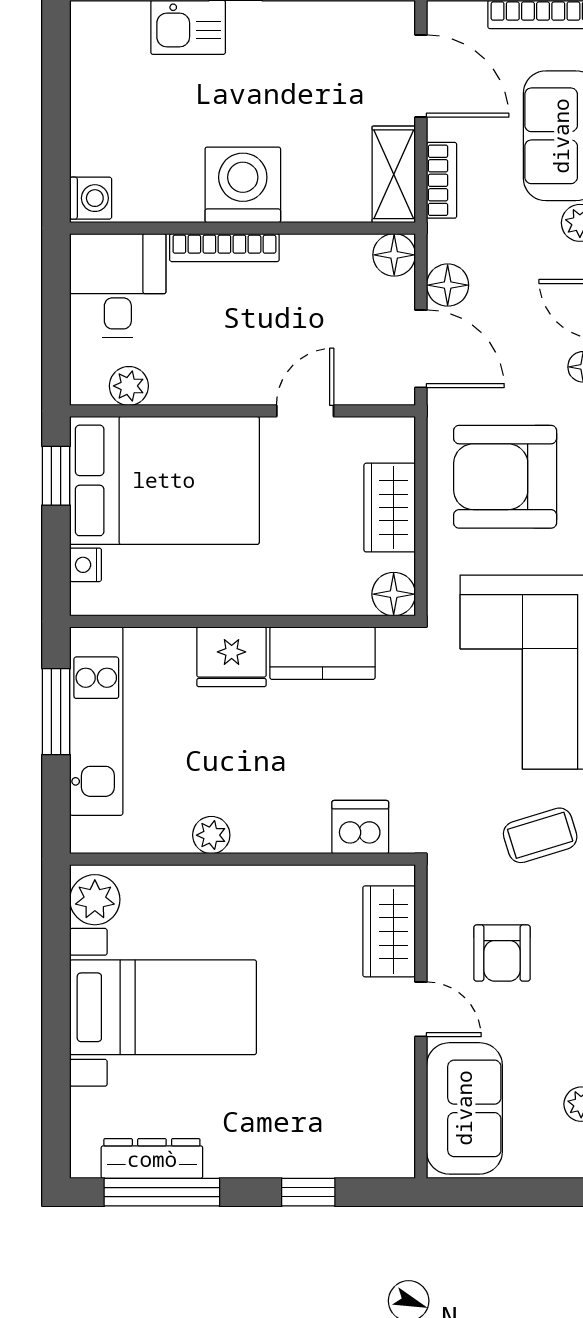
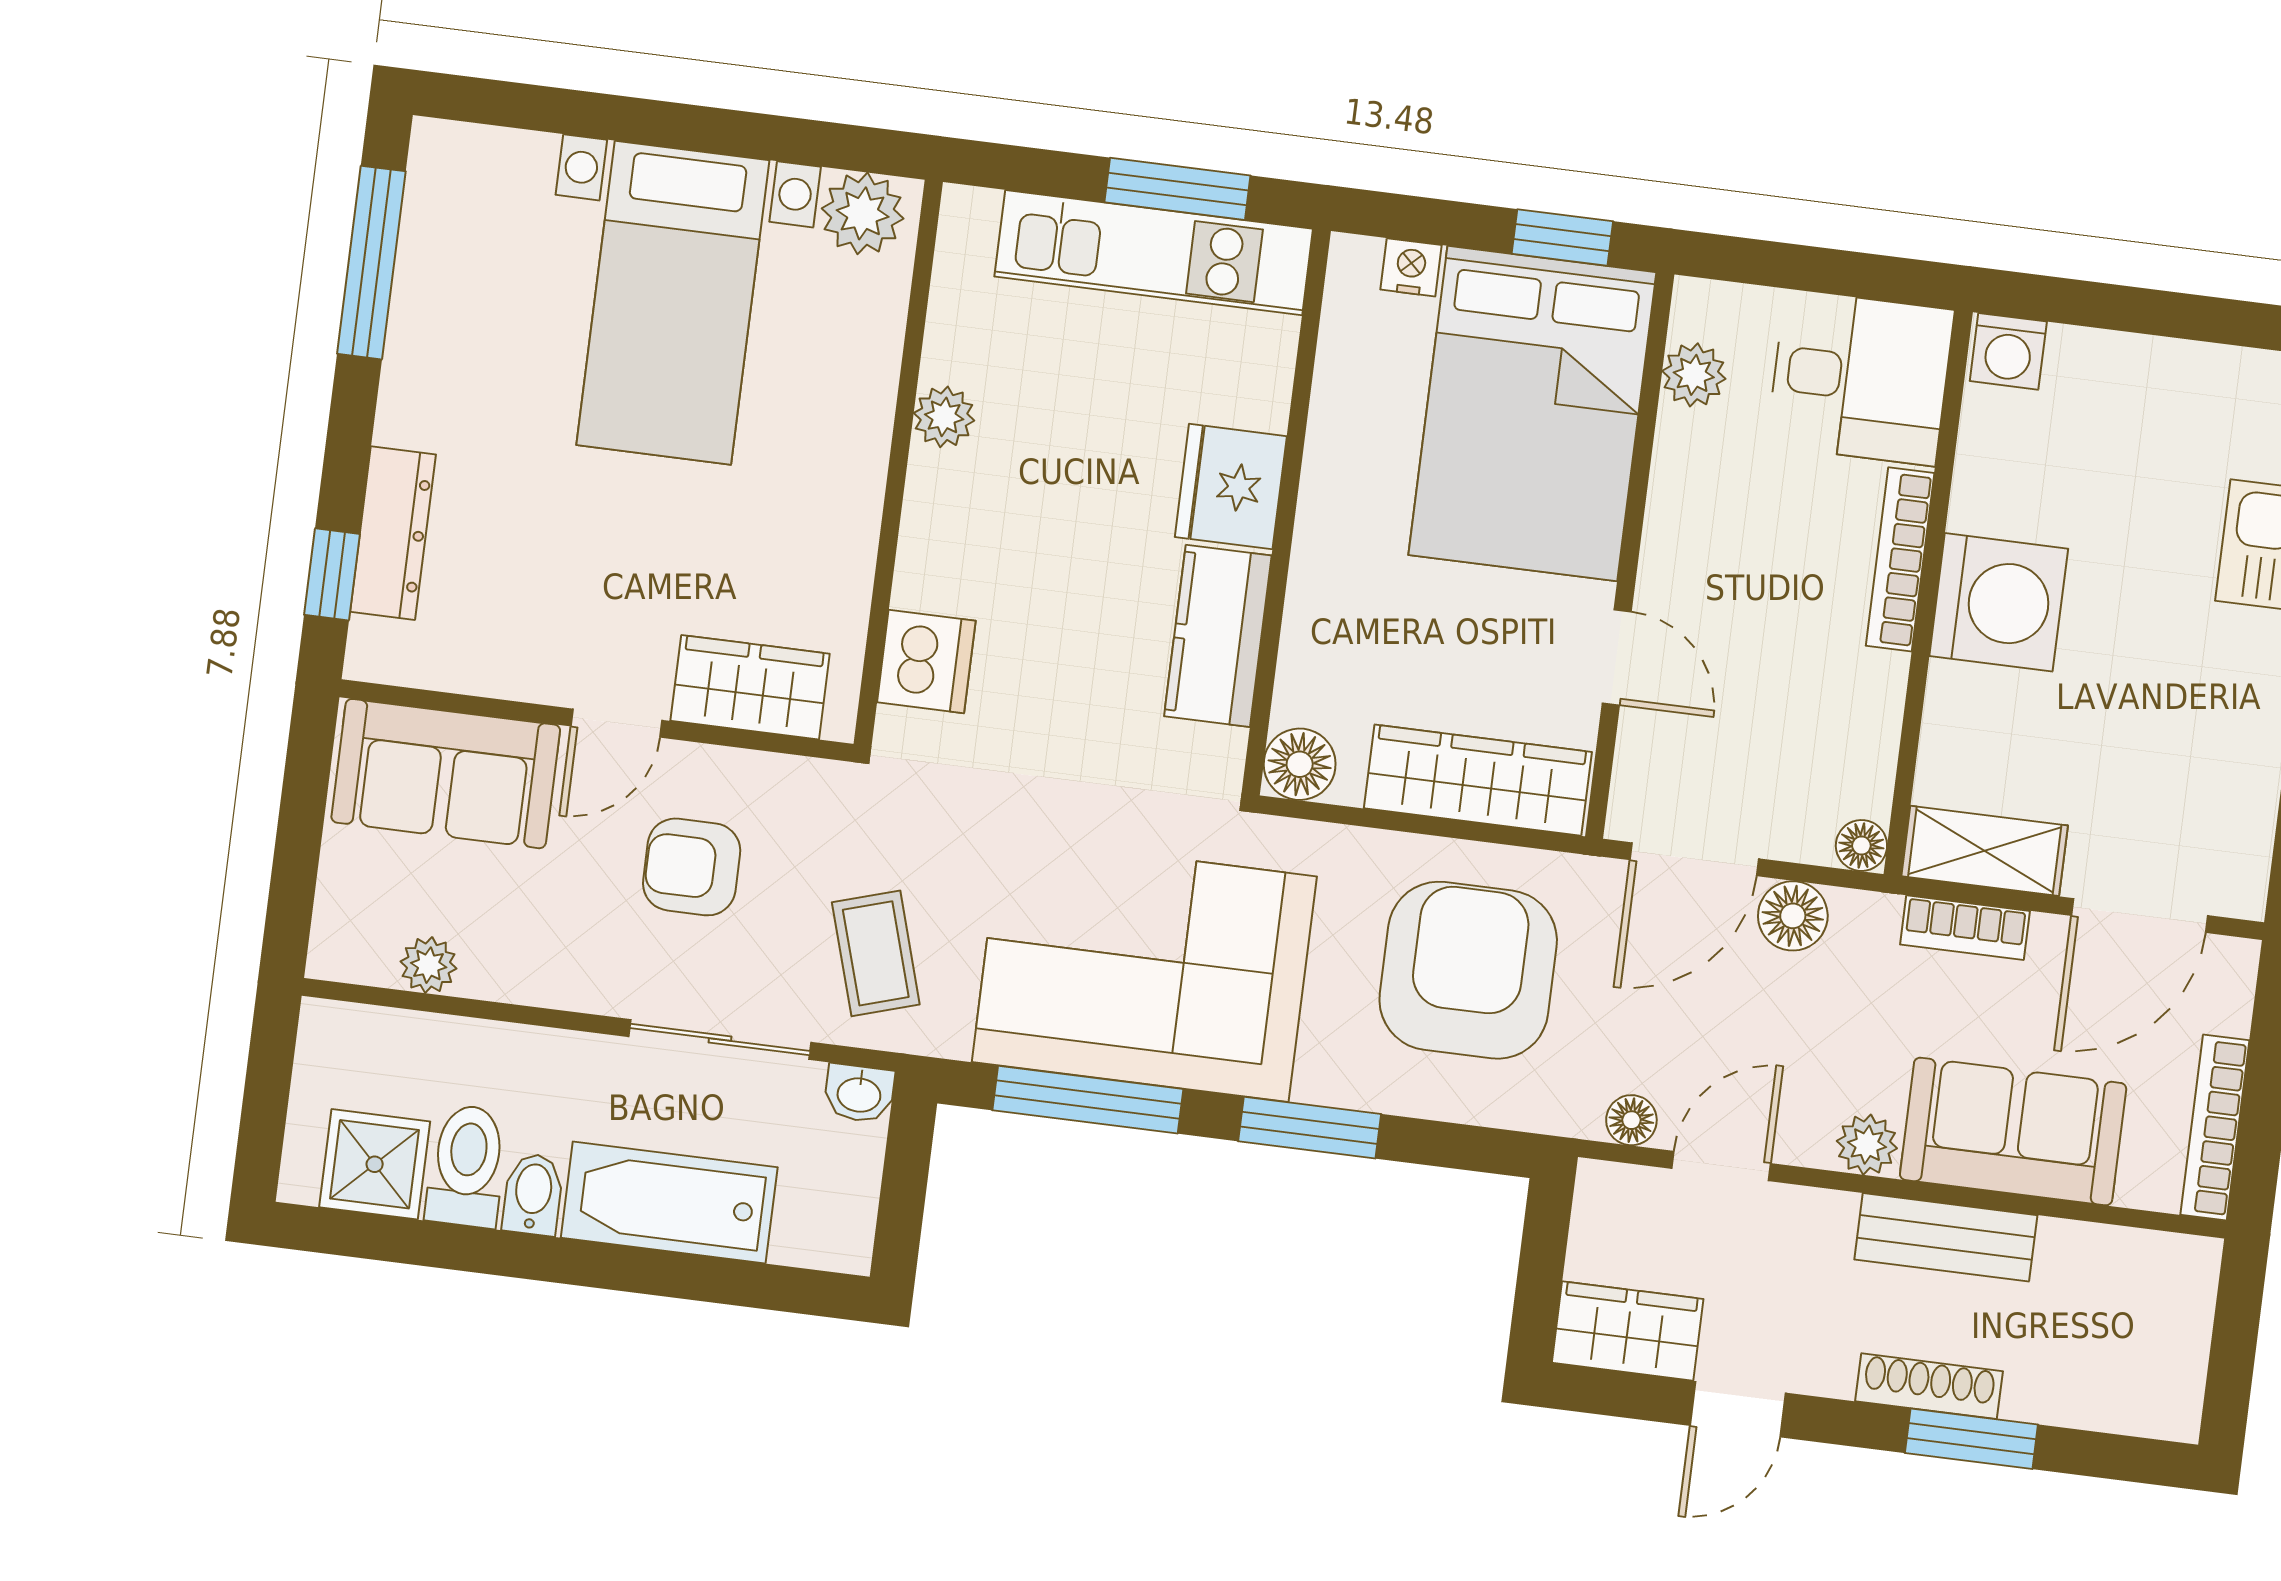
floor lamp: (394, 255) -> (1861, 846), width x0.73, depth x0.73
wardrobe: (390, 508) -> (1478, 780), width x1.50
dresser: (152, 1159) -> (393, 533), moved
window: (308, 1192) -> (332, 574), moved

